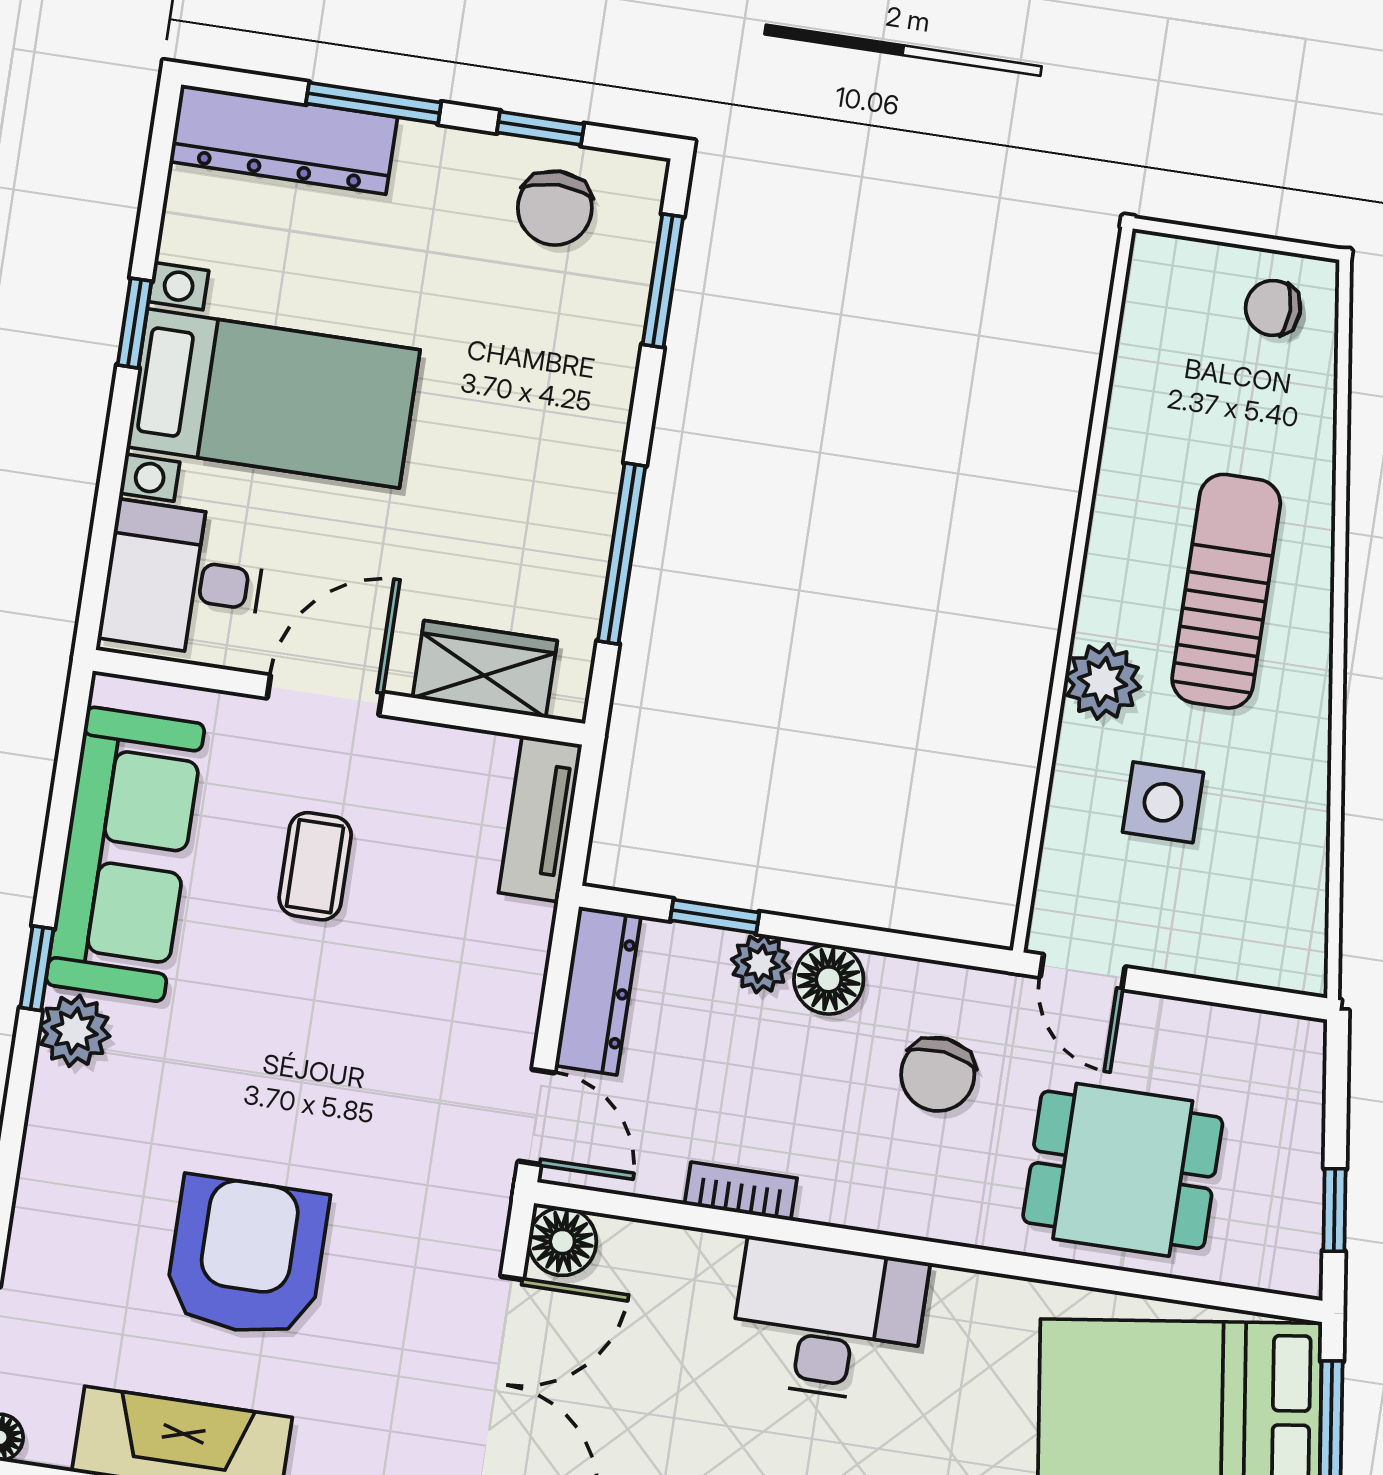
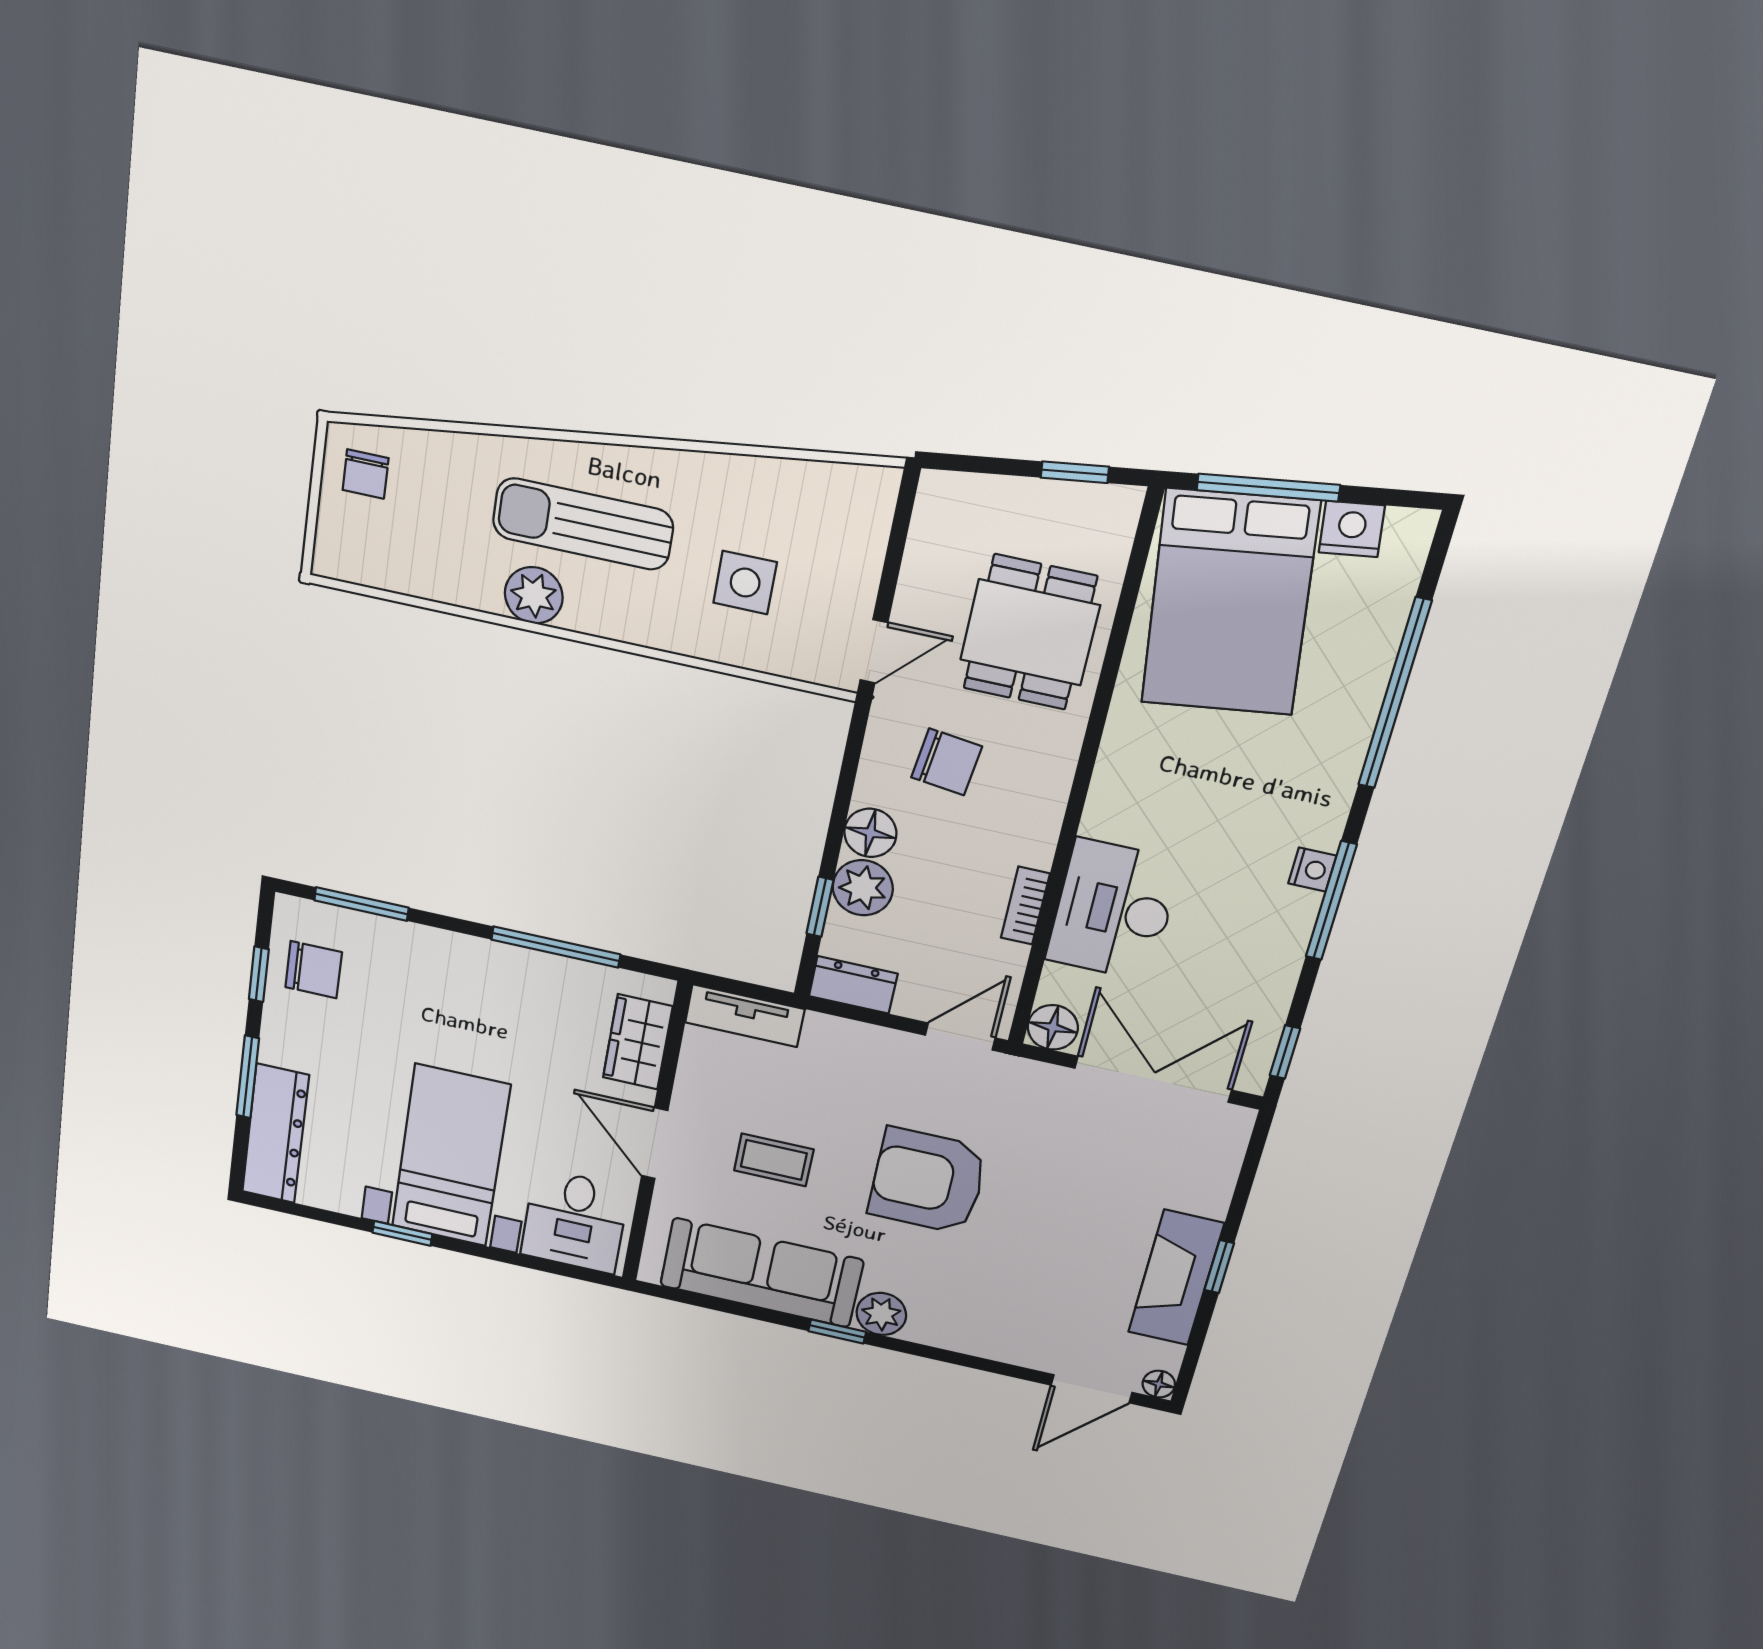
plant: (1103, 682) -> (534, 595), moved
plant: (761, 964) -> (863, 888), width x1.38, depth x1.38
dresser: (598, 991) -> (853, 985), width x0.70
armchair: (247, 1257) -> (928, 1181), moved
desk: (828, 1321) -> (1113, 910), moved

